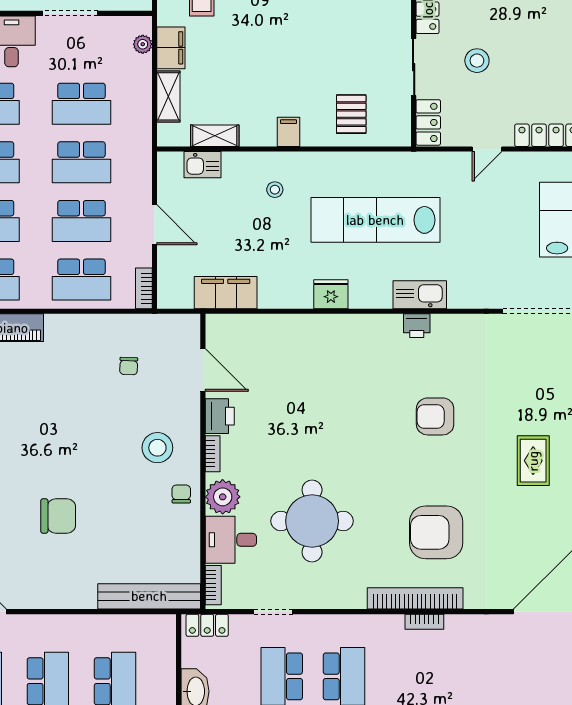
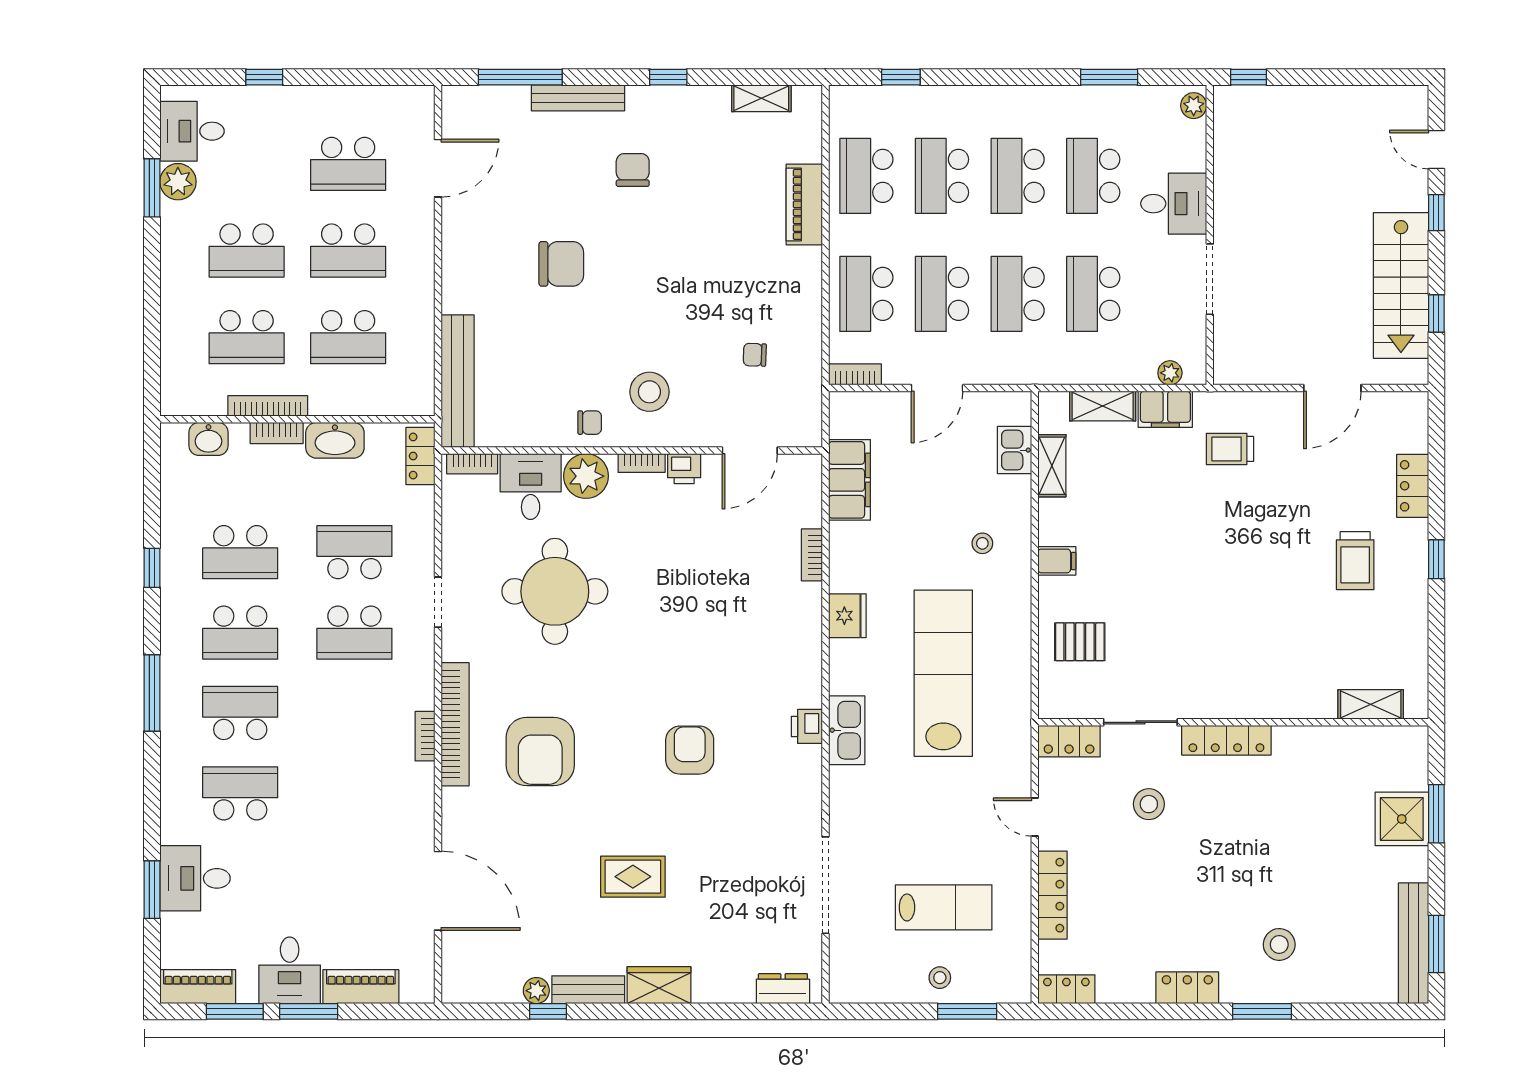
bookcase: (284, 322) -> (812, 555), added
printer: (220, 416) -> (684, 469), width x0.73, depth x0.81
chair: (58, 516) -> (561, 264), turned -90
armchair: (436, 532) -> (540, 751), turned 180
doorway: (273, 612) -> (438, 602), moved

